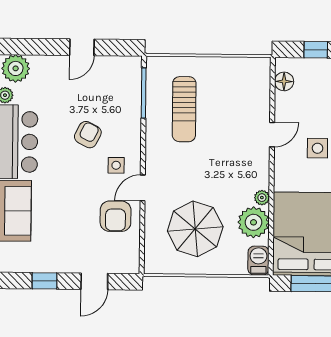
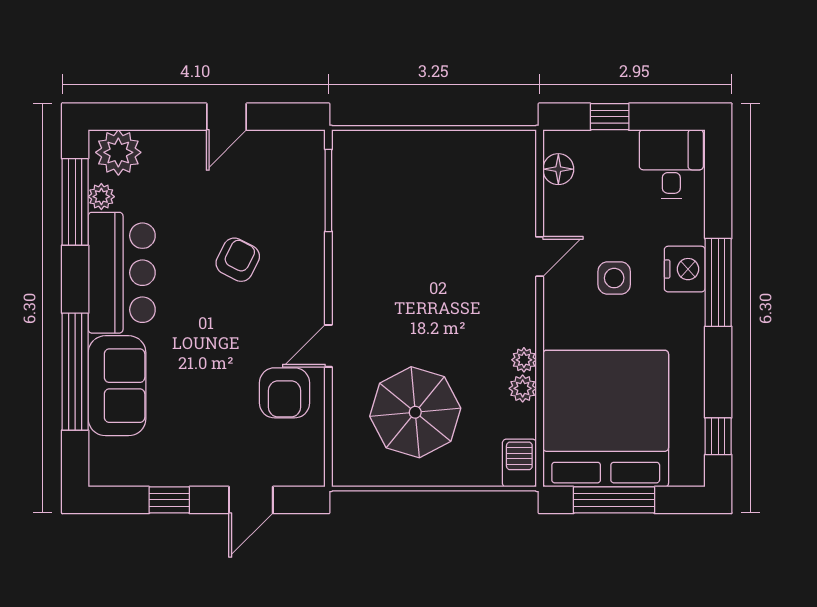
sun lounger: (184, 109) -> (395, 216), removed
side table: (116, 165) -> (285, 309), removed
plant: (254, 222) -> (523, 388), width x0.53, depth x0.53

